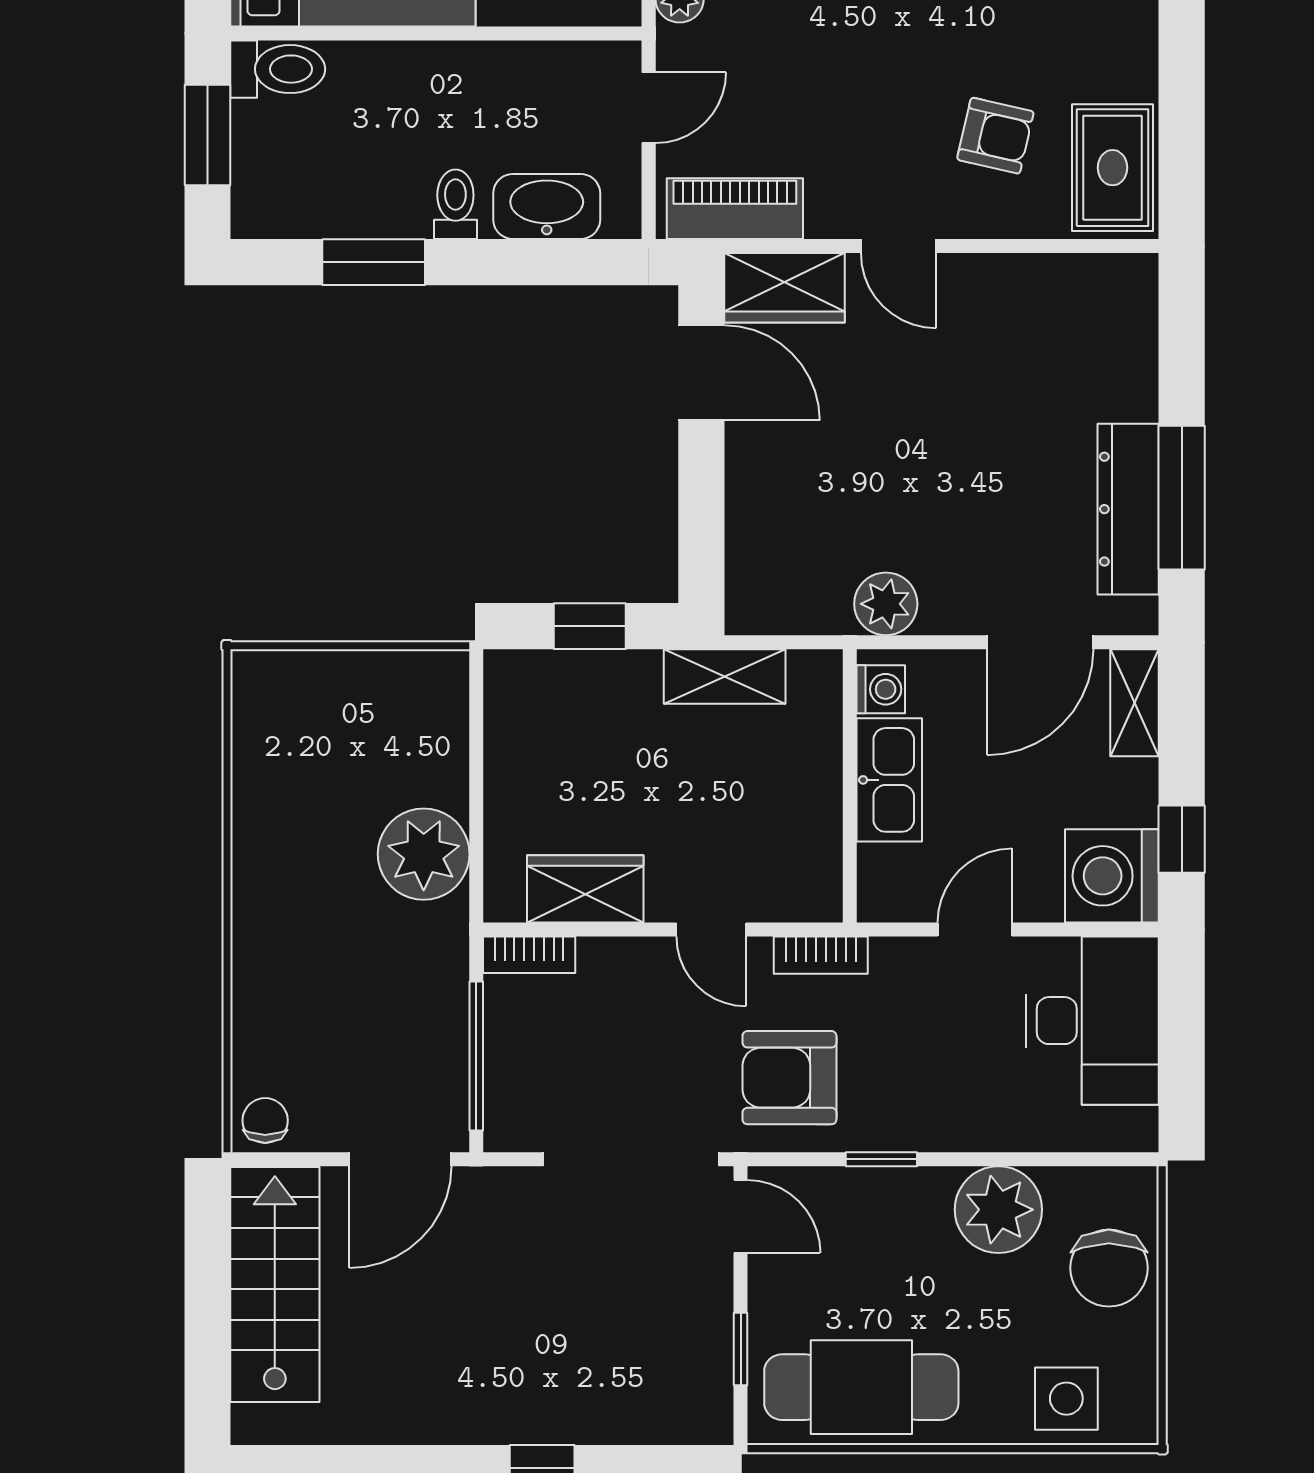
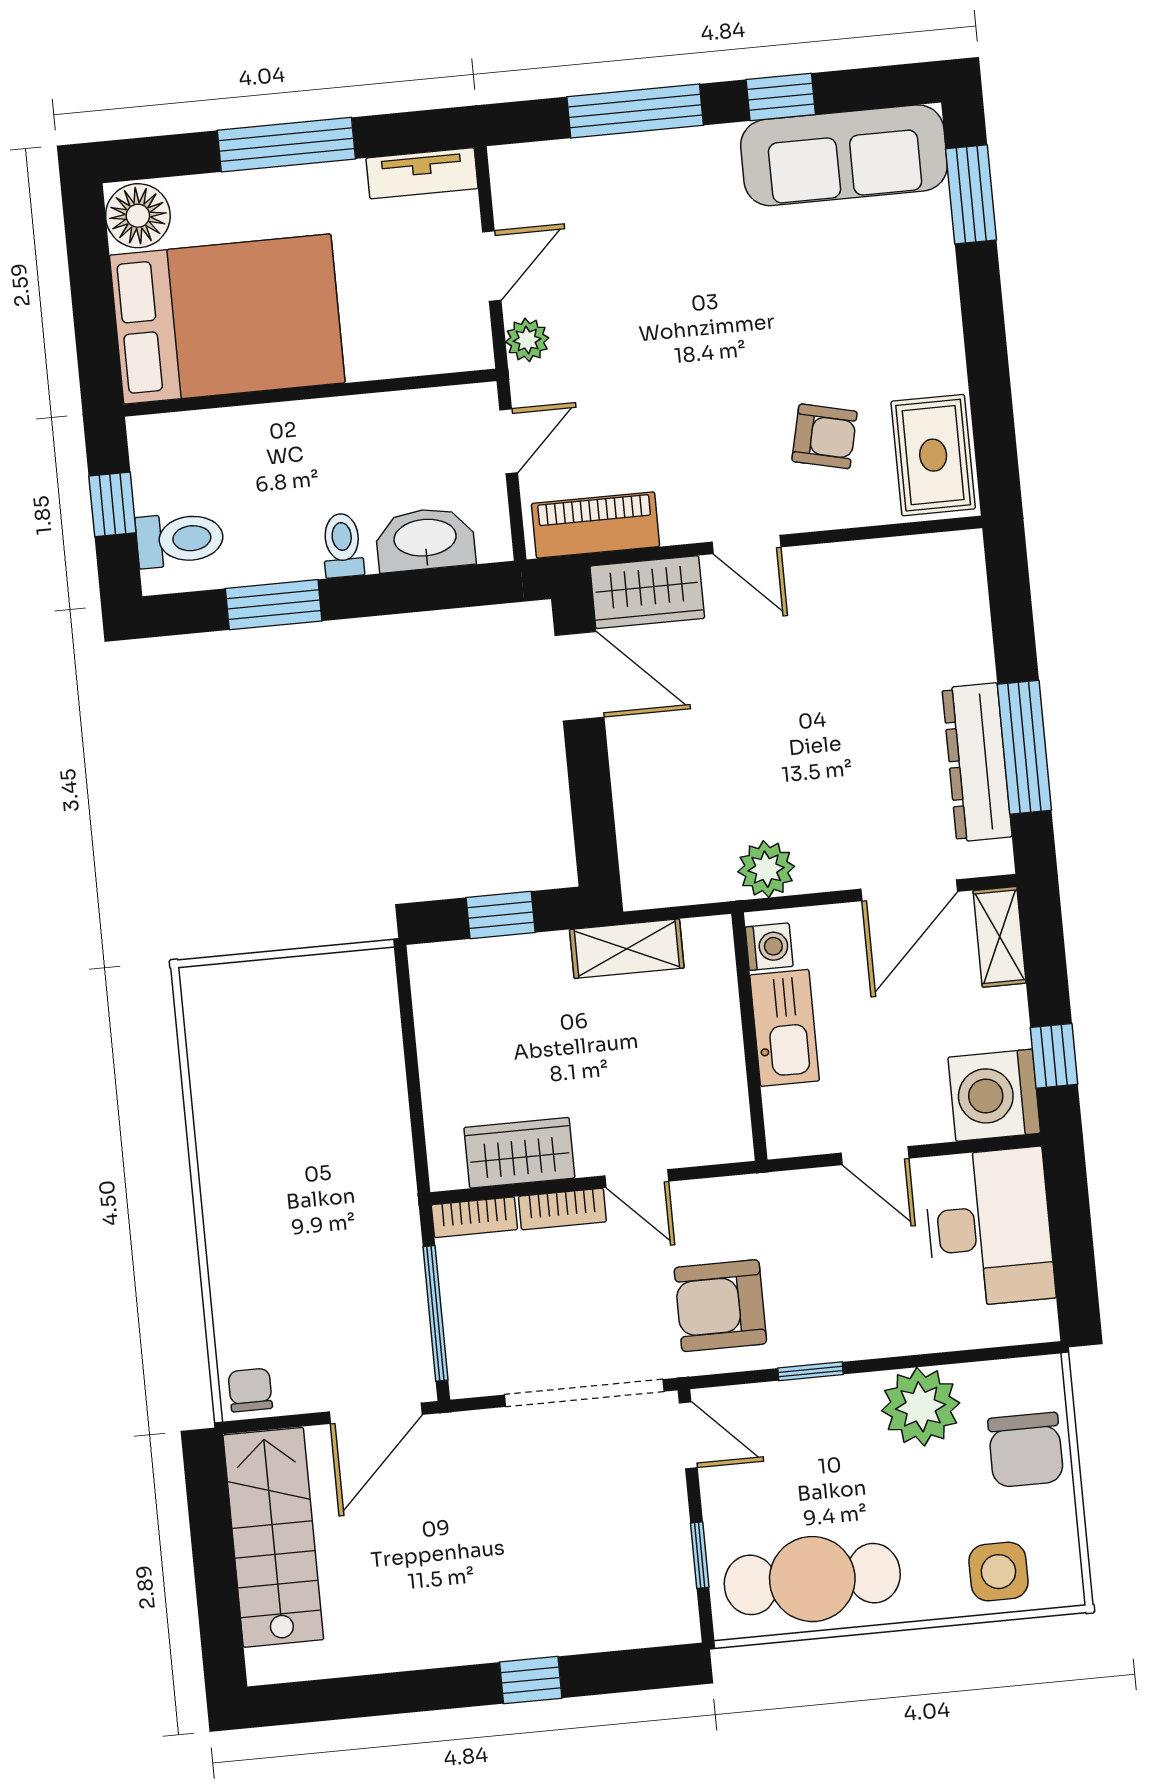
toilet: (278, 69) -> (180, 539), moved
window: (207, 135) -> (112, 504), width x0.67
plant: (424, 854) -> (370, 1135), removed
door: (975, 929) -> (875, 1156), swing flipped
bookcase: (821, 955) -> (562, 1209), moved

